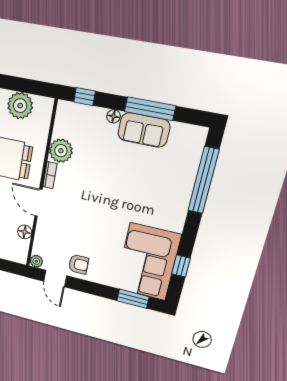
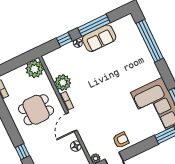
window: (84, 97) -> (64, 40), moved
plant: (20, 106) -> (35, 69), moved
door: (38, 203) -> (71, 122), hinge flipped

